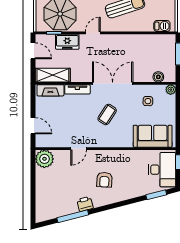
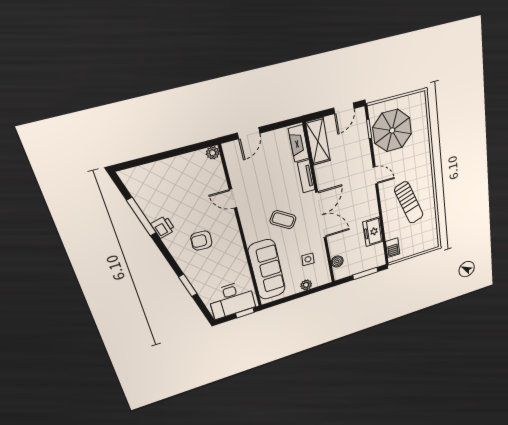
freezer: (67, 42) -> (373, 232), moved
plant: (171, 90) -> (306, 285), moved
sofa: (153, 136) -> (267, 270), width x1.36
plant: (44, 159) -> (213, 153), width x0.53, depth x0.53
window: (156, 195) -> (188, 285), moved

